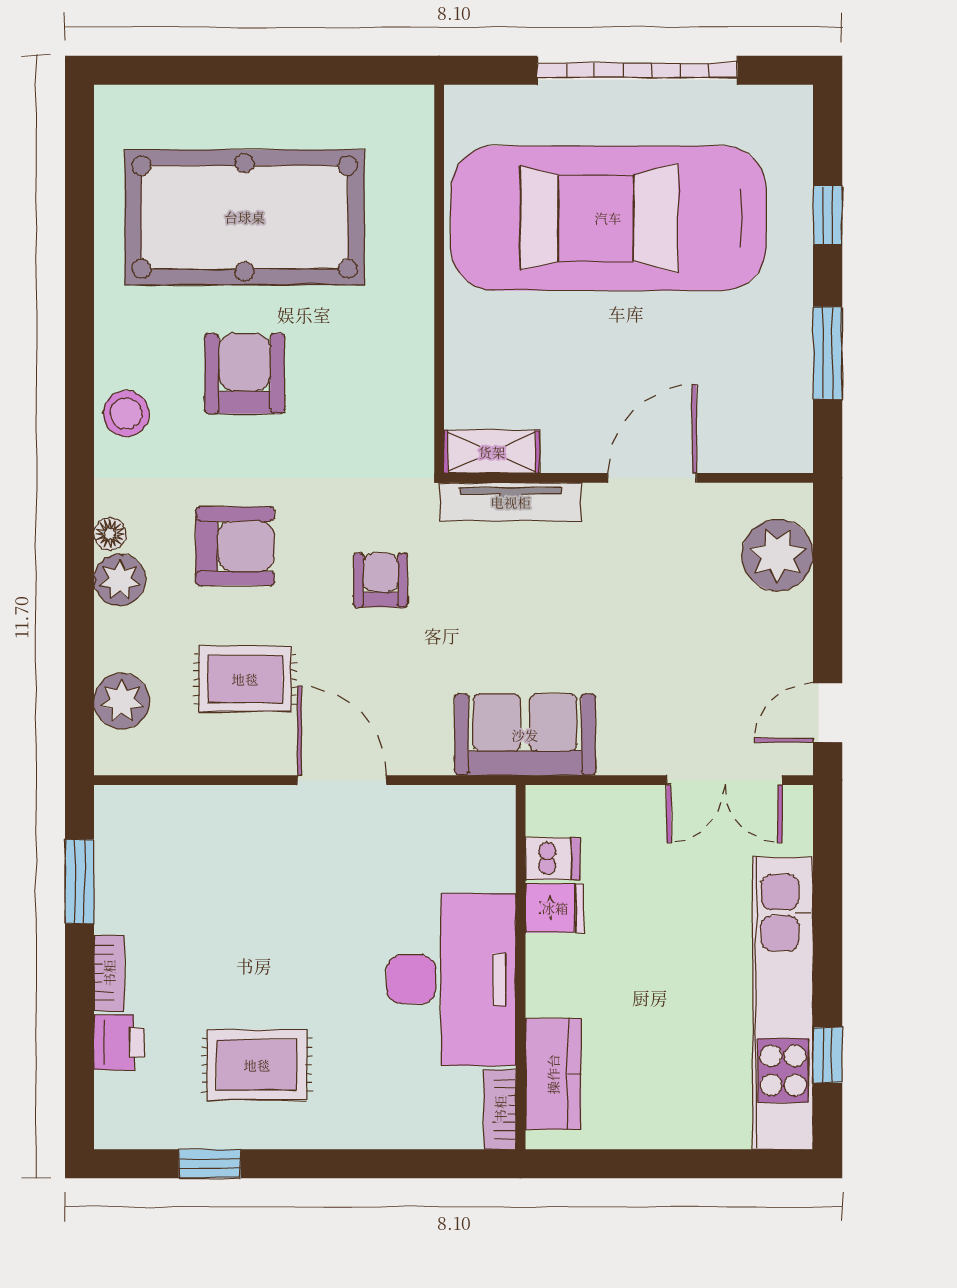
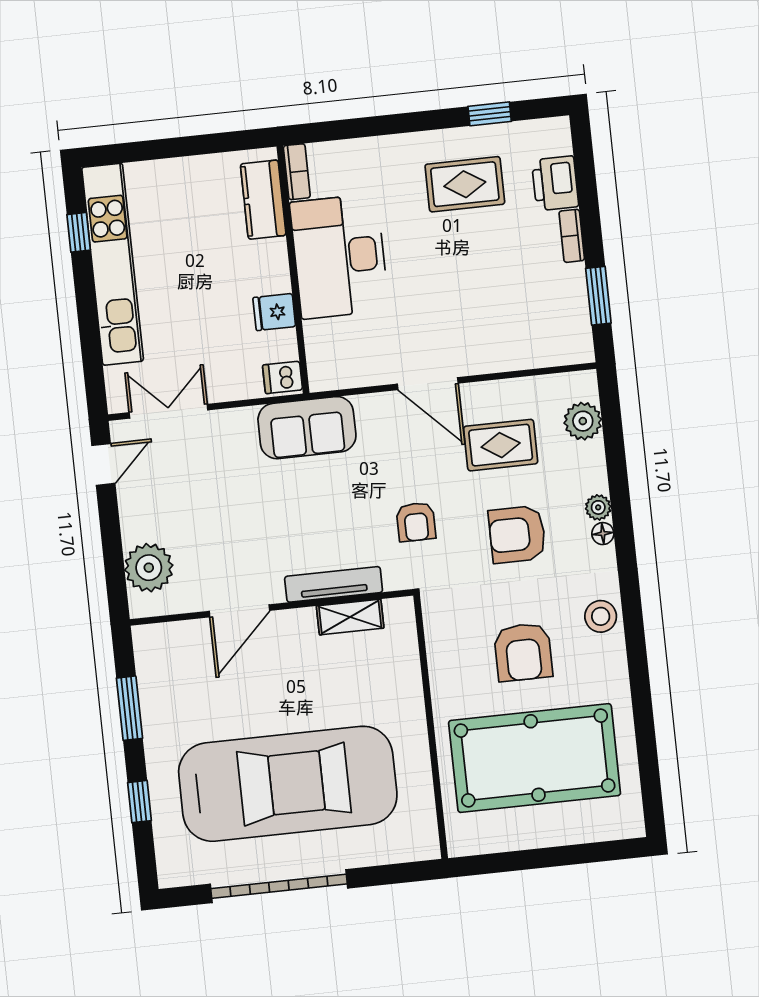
wall: (439, 279) -> (431, 727), moved
plant: (120, 580) -> (598, 507), width x0.73, depth x0.73
dishwasher: (553, 859) -> (283, 377), moved
printer: (119, 1042) -> (555, 183), width x1.36, depth x1.24

